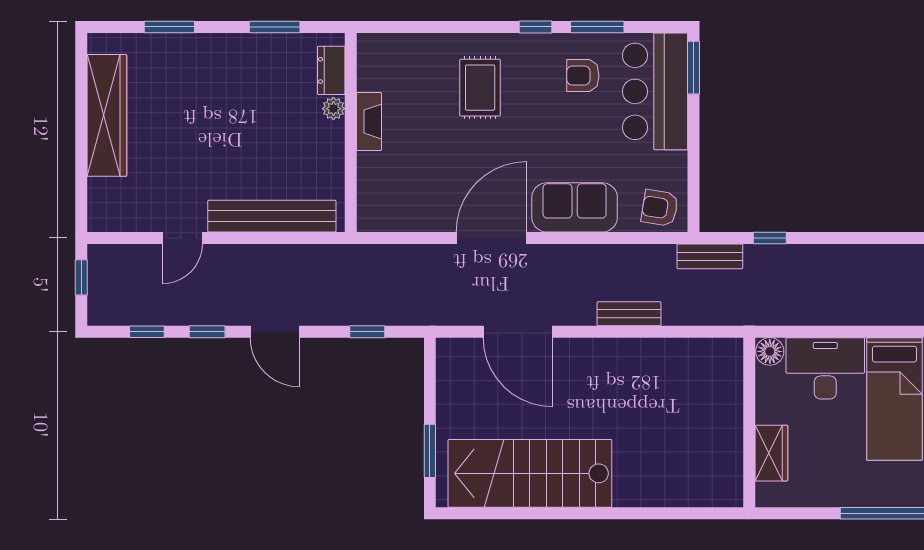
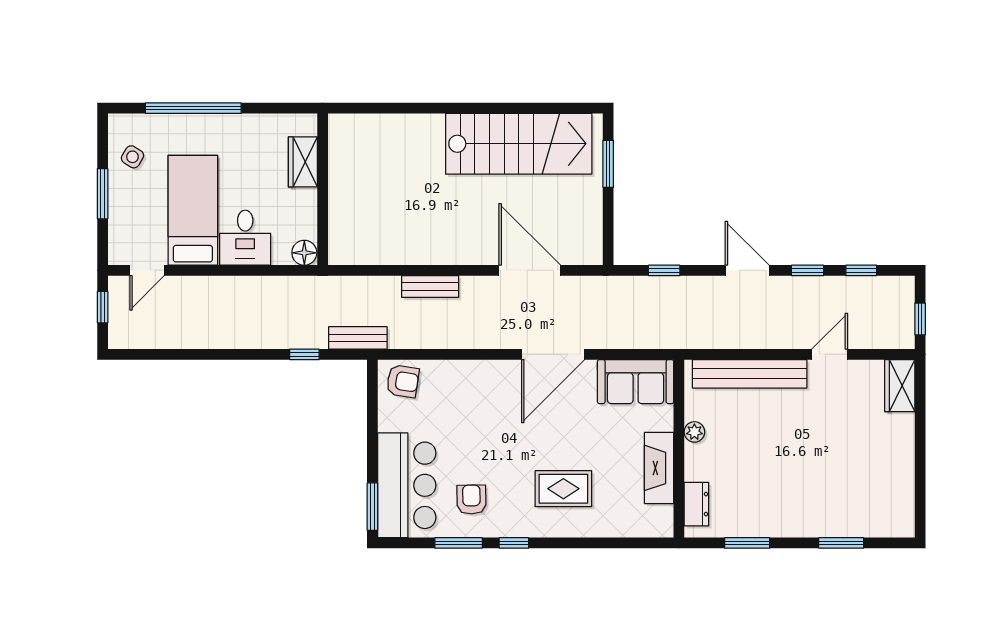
armchair: (583, 76) -> (471, 500), turned -91
rug: (480, 88) -> (563, 489), turned 90
plant: (333, 109) -> (694, 432), moved
wardrobe: (107, 115) -> (900, 386), moved, width x0.48, depth x0.85
fireplace: (369, 122) -> (659, 468), width x1.37, depth x1.32
sofa: (575, 207) -> (636, 382), moved
desk: (825, 368) -> (245, 238), width x0.73

